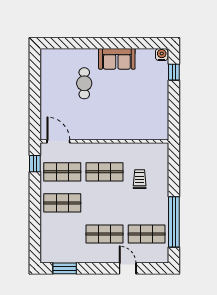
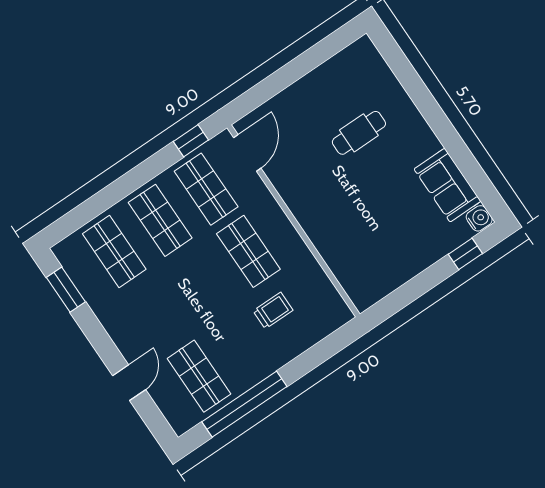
sofa: (117, 59) -> (447, 185), moved
shop shelf: (104, 234) -> (114, 251), moved

